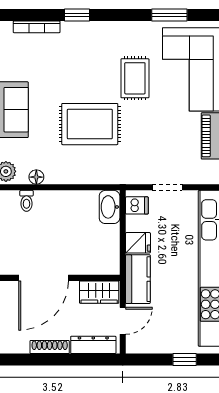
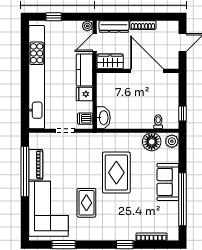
rug: (90, 124) -> (116, 173), turned 90
floor lamp: (36, 177) -> (152, 142), width x1.89, depth x1.89
door: (44, 278) -> (147, 71), hinge flipped
plant: (134, 346) -> (87, 26), added

